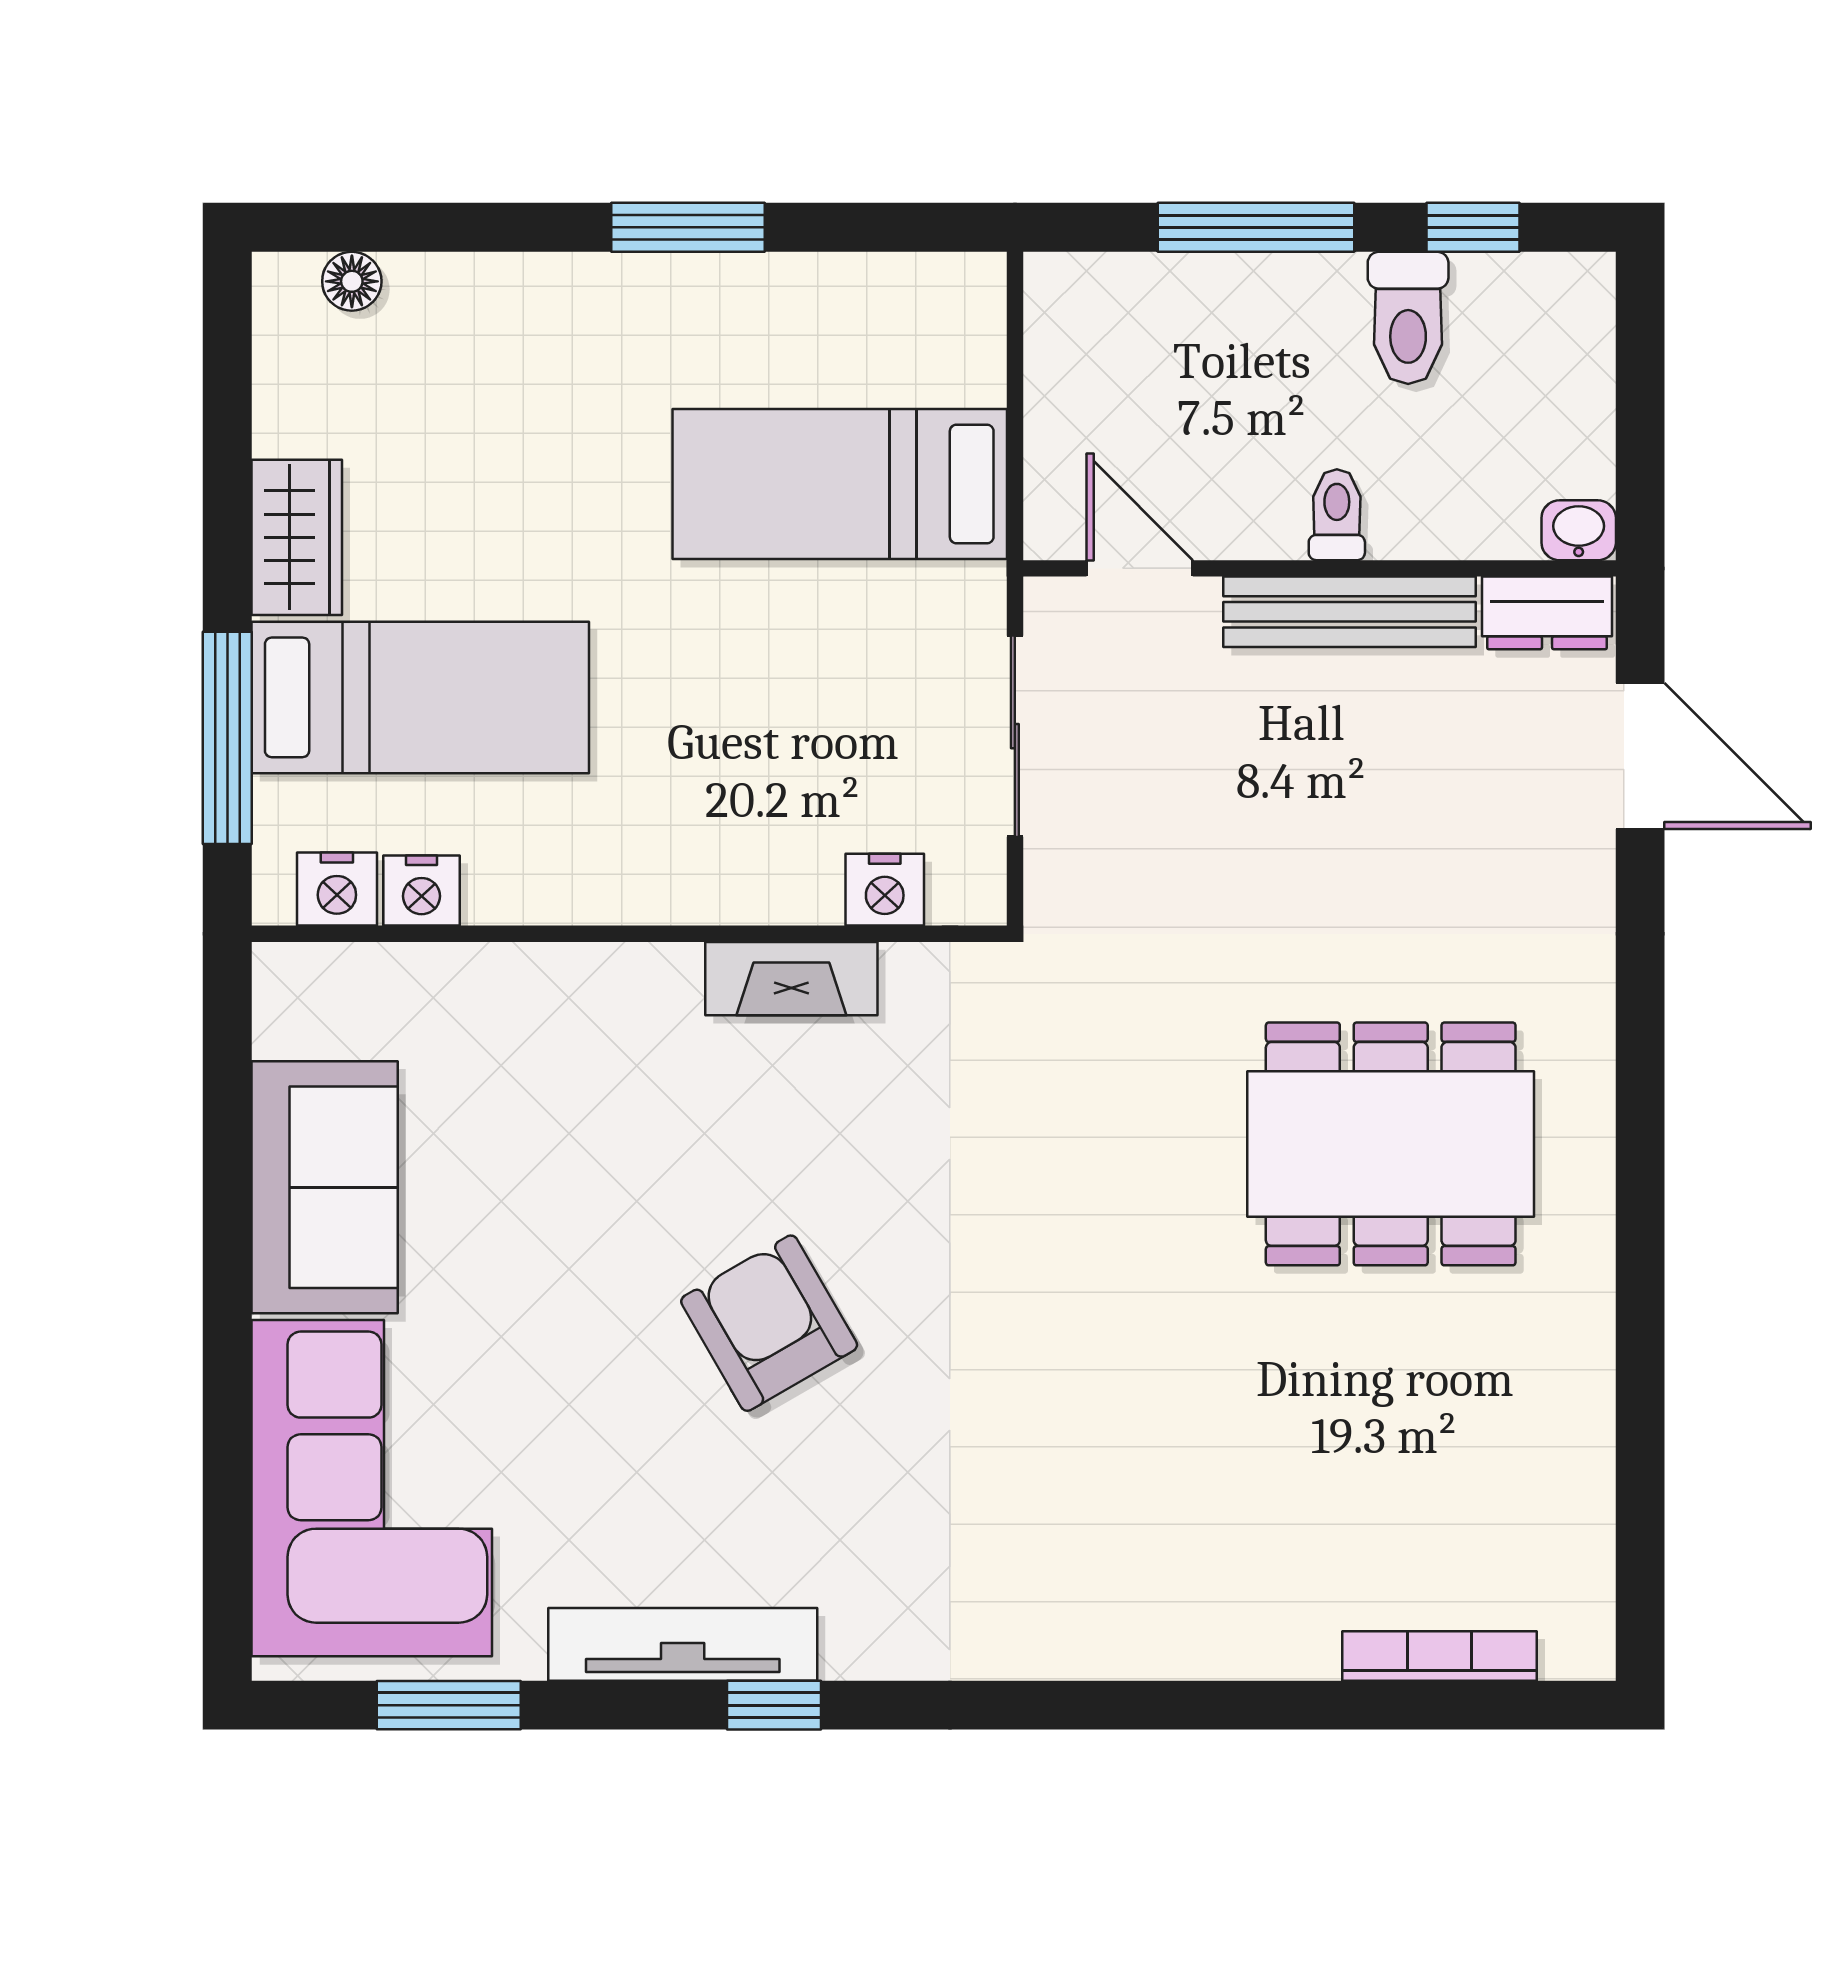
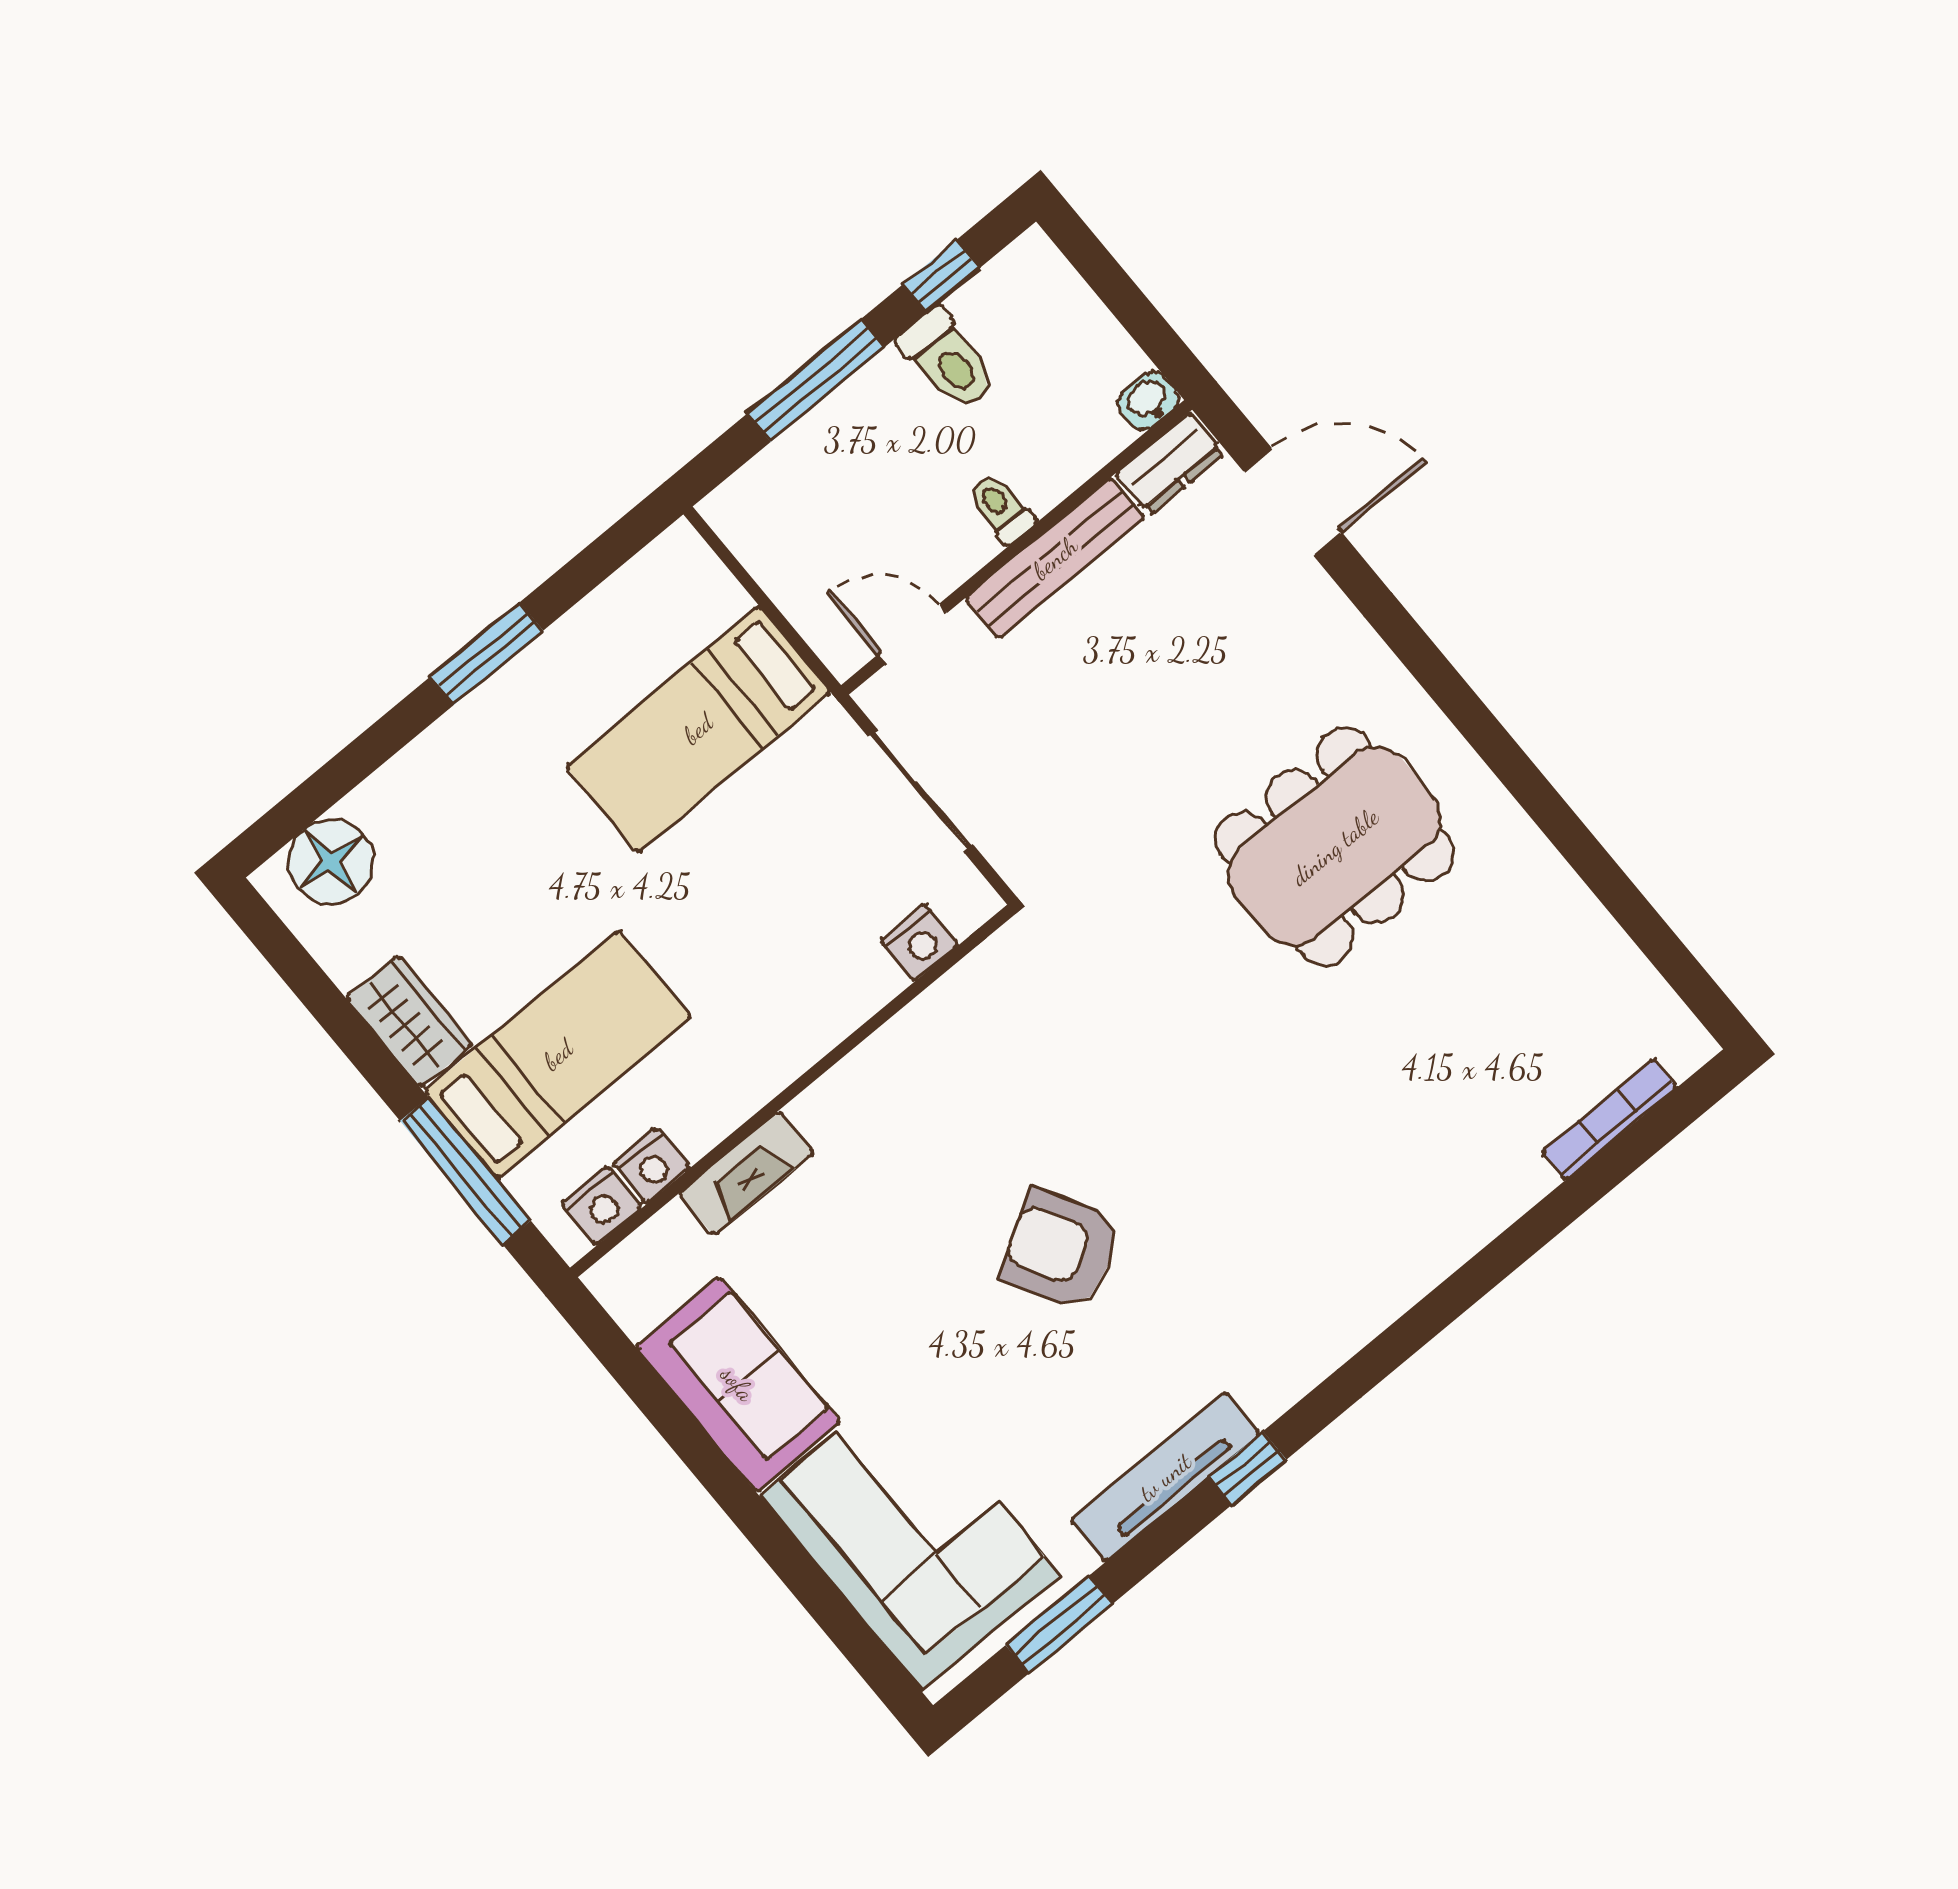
floor lamp: (352, 281) -> (331, 862), width x1.89, depth x1.89
fireplace: (791, 979) -> (746, 1174), moved

